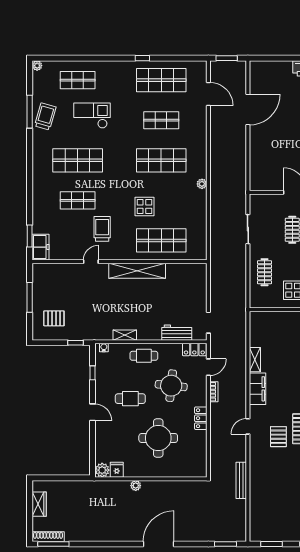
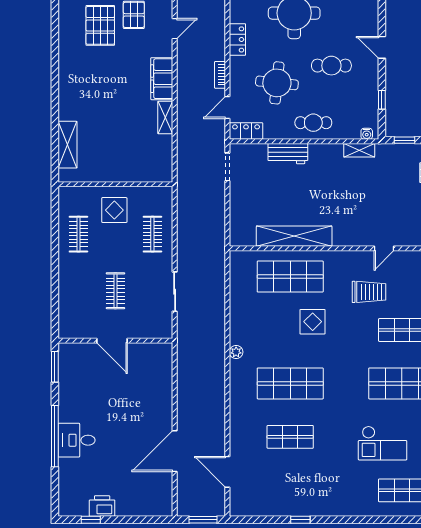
window: (142, 58) -> (300, 520), moved
shop shelf: (161, 80) -> (290, 490), removed
trolley: (102, 229) -> (369, 292), turned -90
shelving: (137, 271) -> (294, 236), moved
workbench: (177, 333) -> (288, 154), moved
shelving: (125, 335) -> (359, 150), moved

